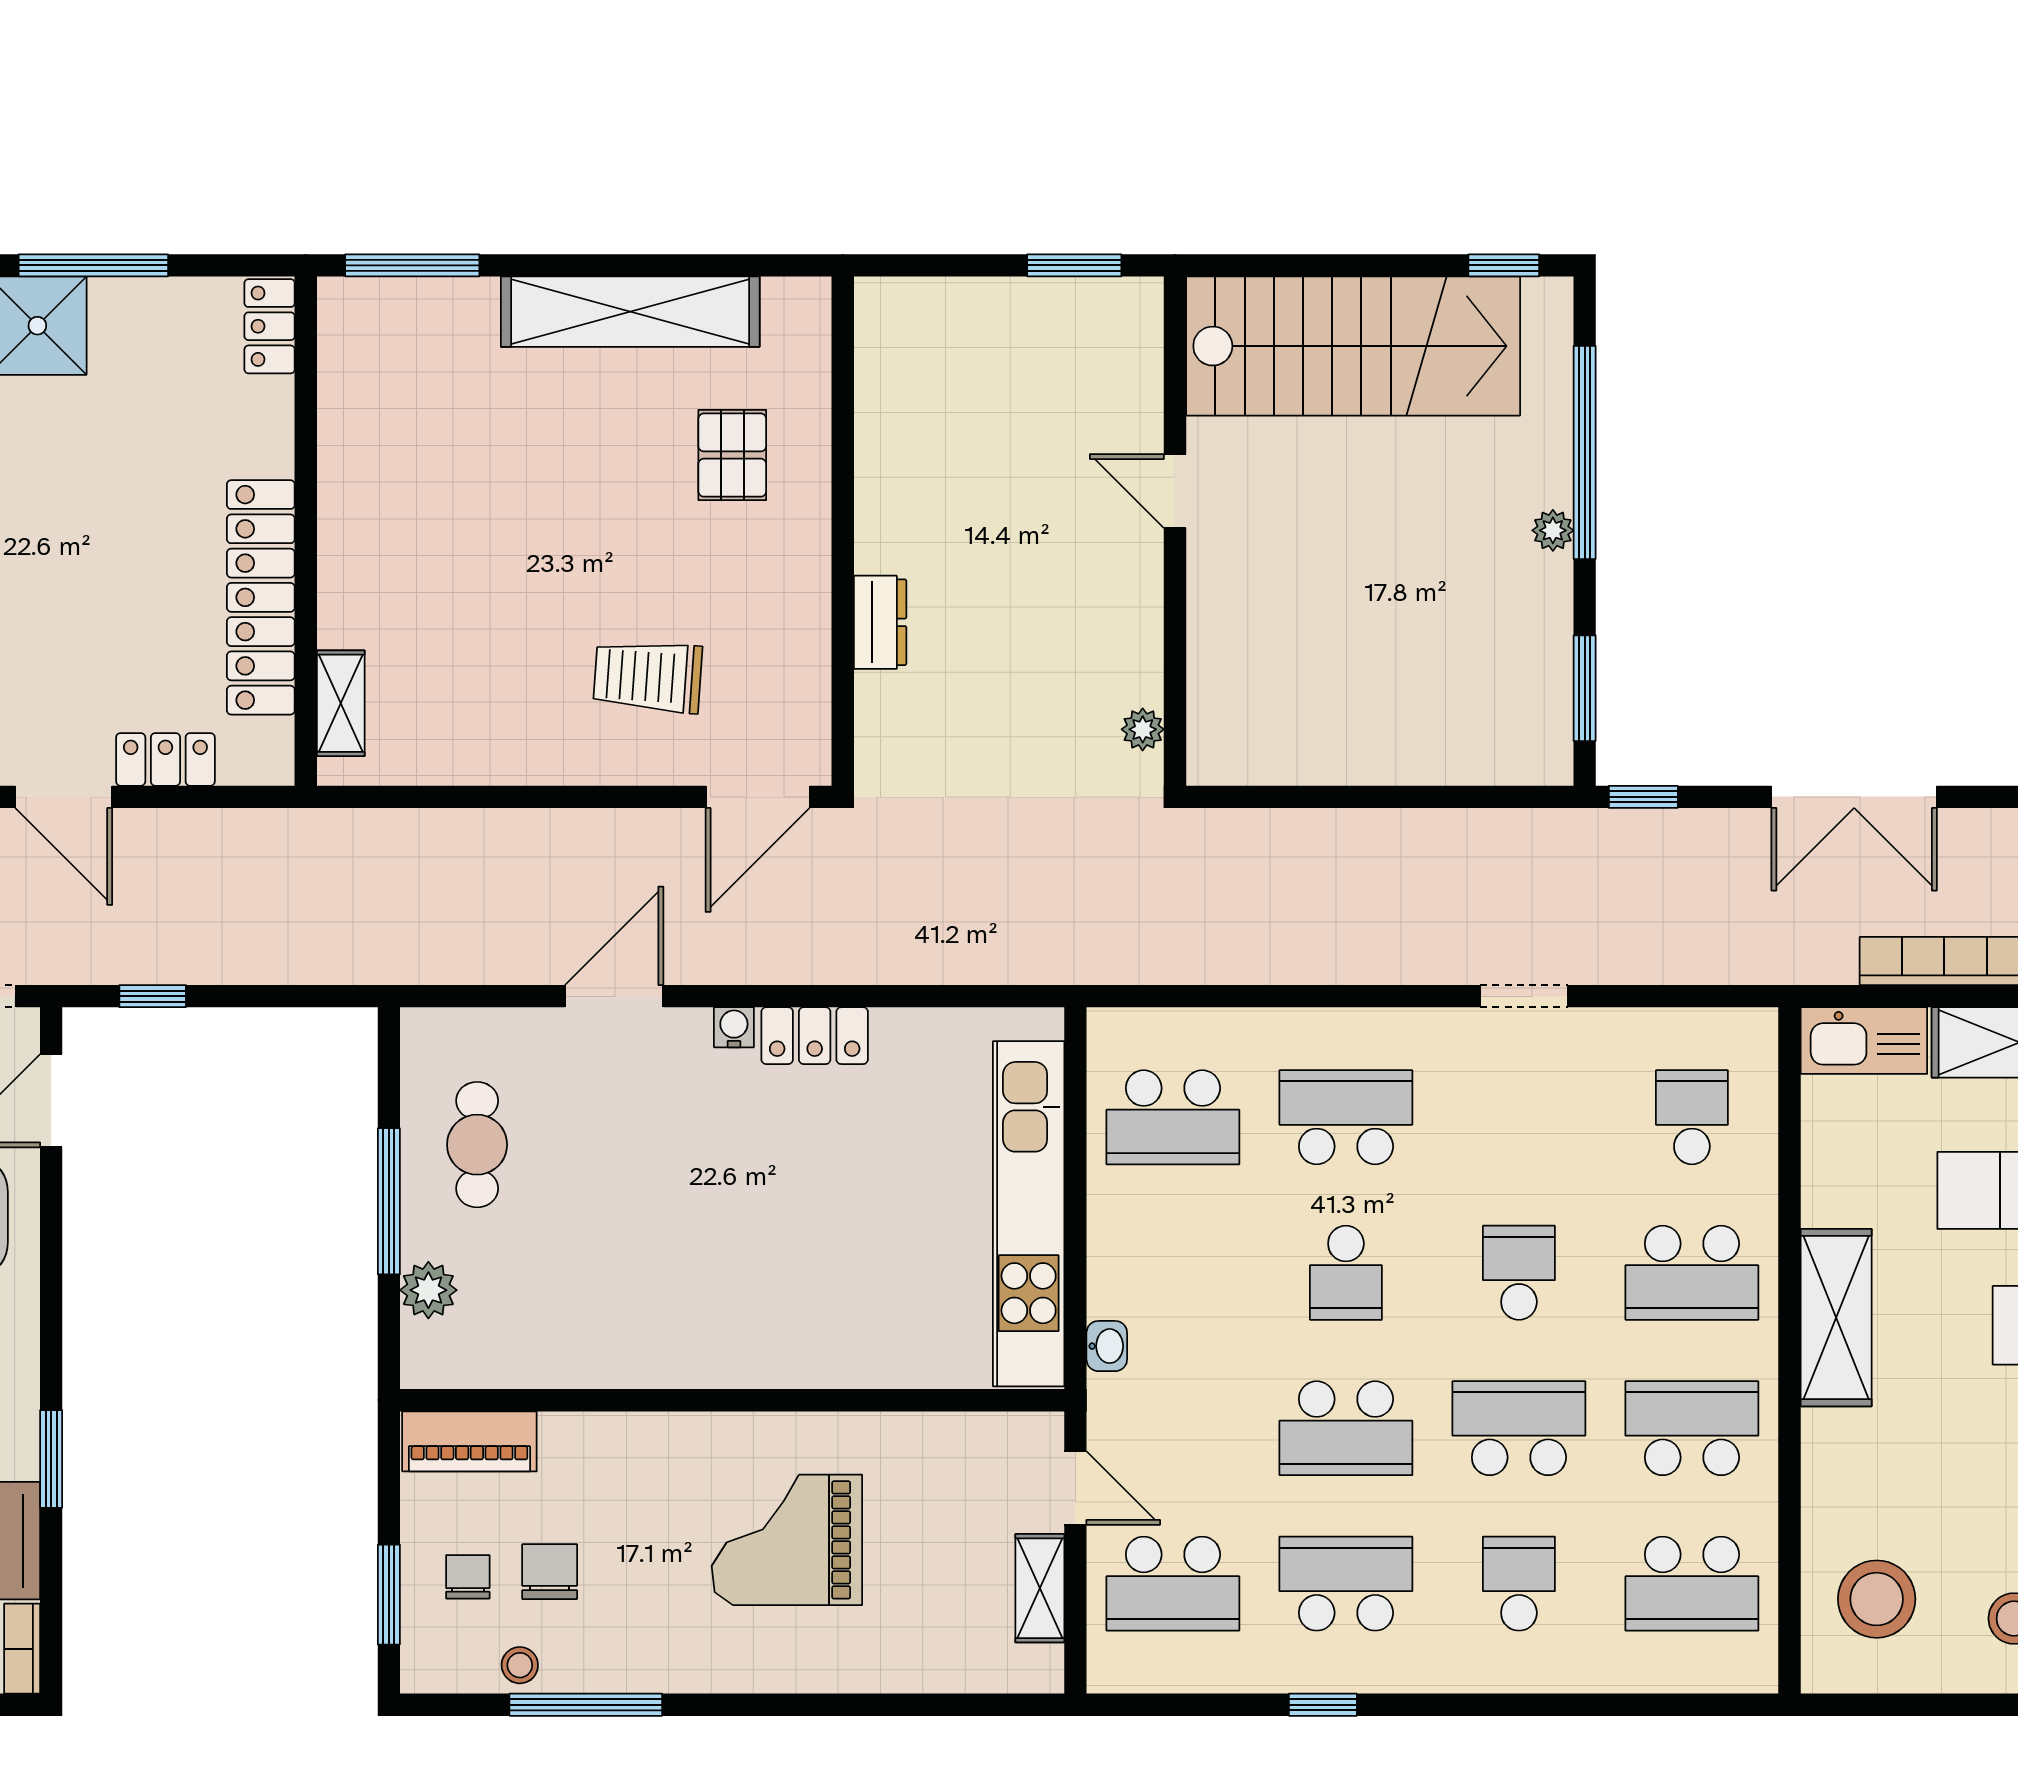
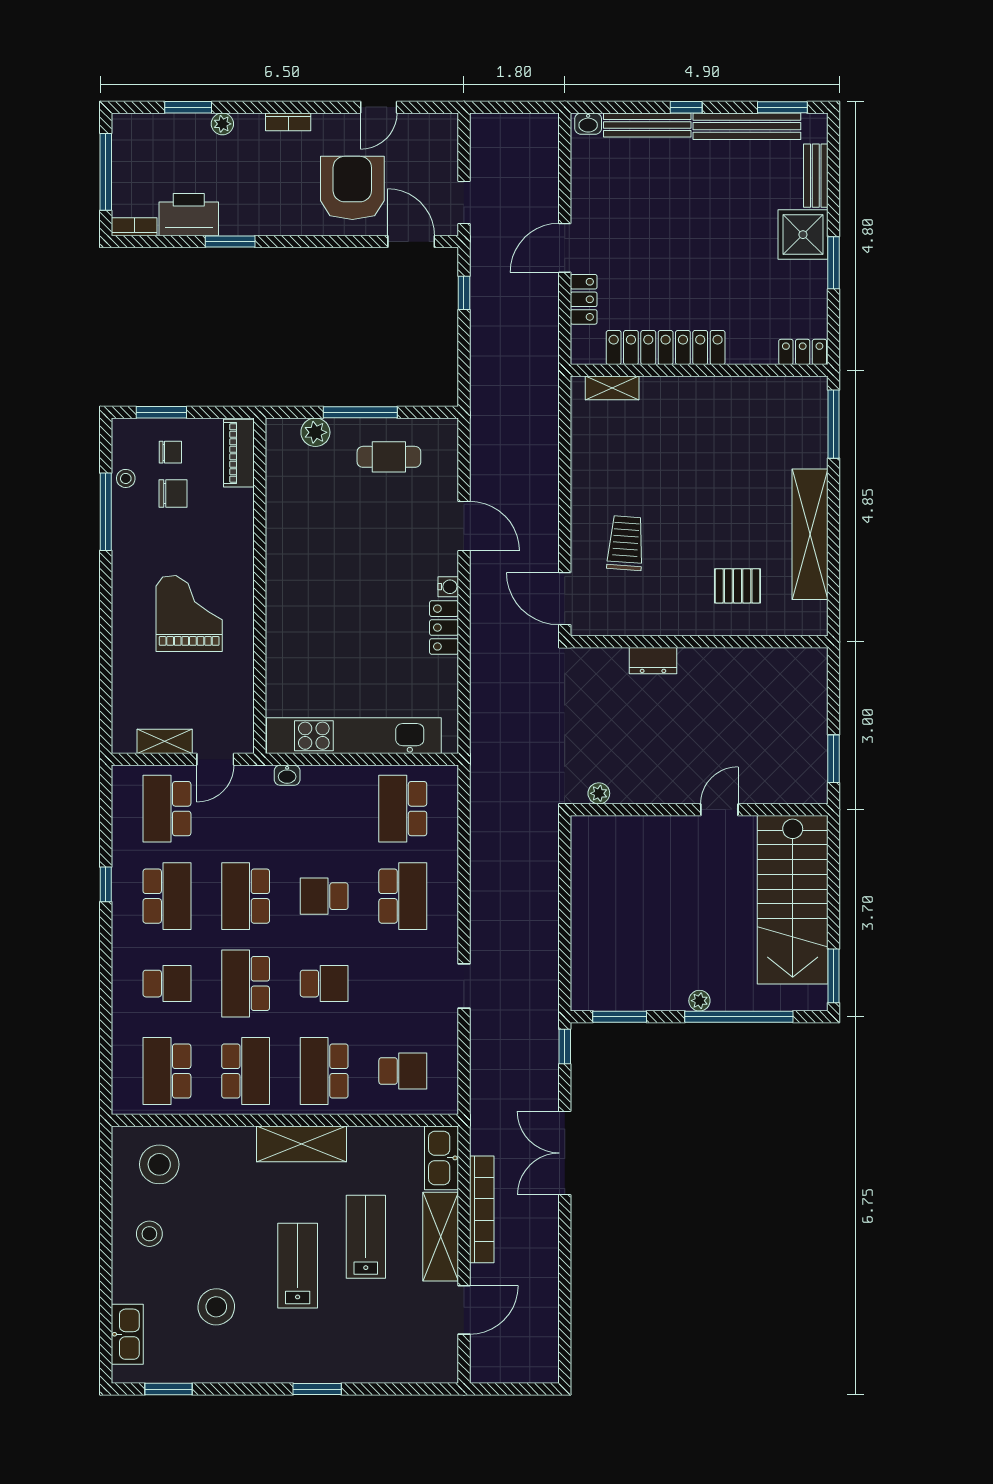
window: (93, 265) -> (833, 263), width x0.69
window: (1504, 265) -> (833, 976), width x1.50
school desk: (1519, 1428) -> (246, 984), turned 180

